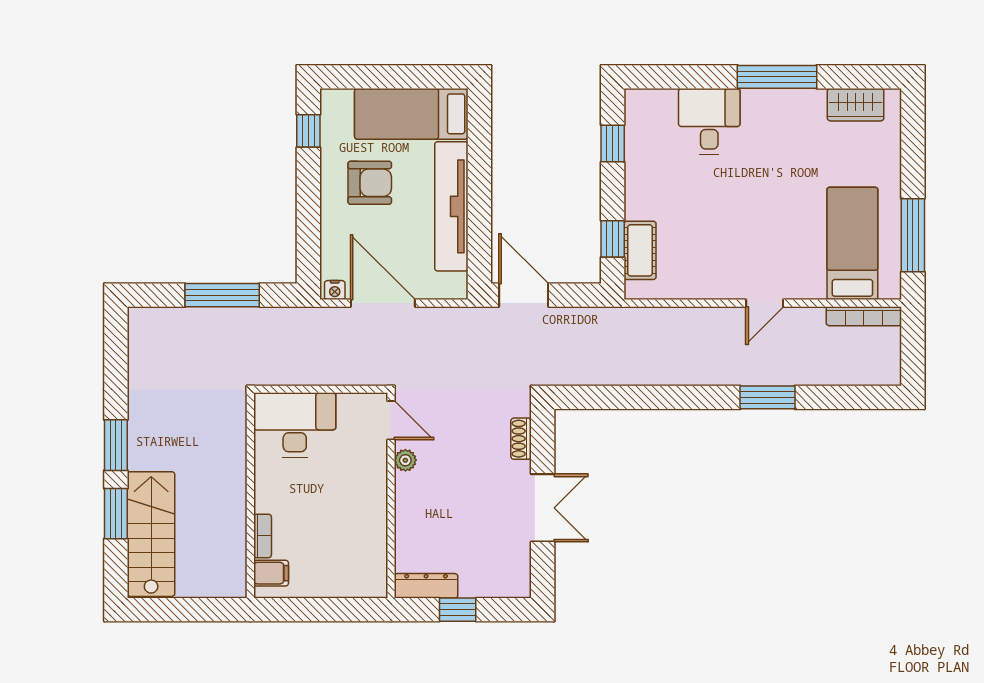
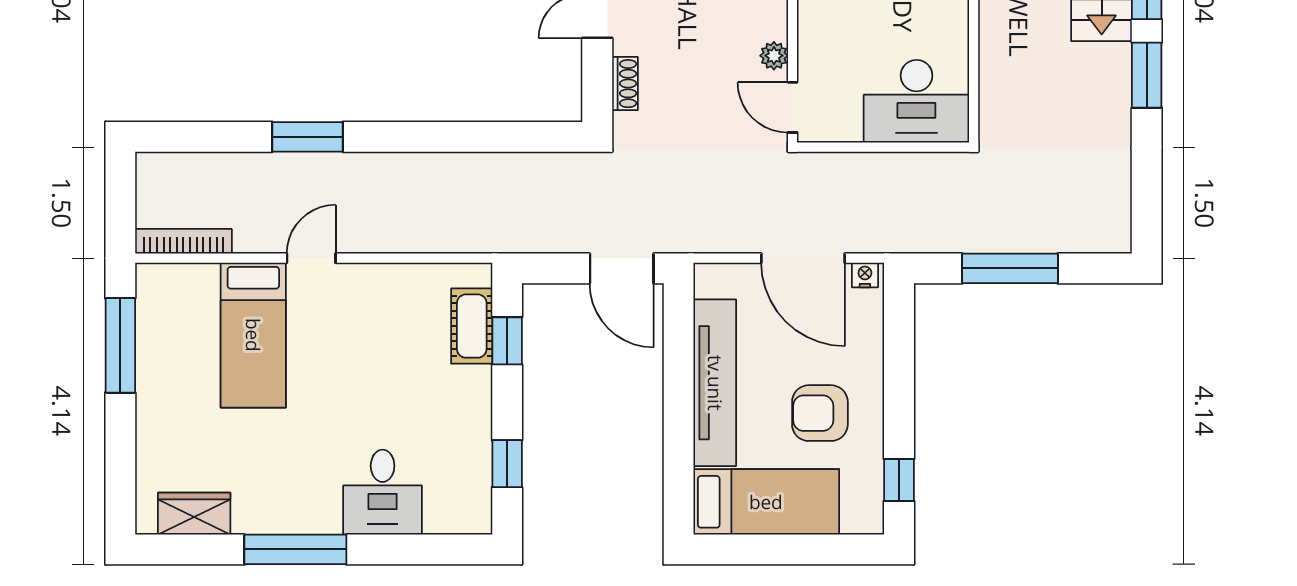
bed: (852, 243) -> (253, 335), moved

